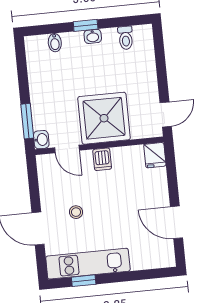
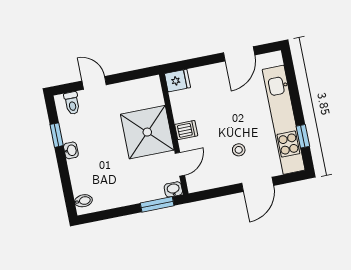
window: (86, 25) -> (57, 135), moved
toilet: (126, 38) -> (72, 103), moved, turned 90
bidet: (55, 43) -> (83, 201), moved
door: (166, 114) -> (94, 83), moved
kitchen unit: (88, 264) -> (284, 120), width x1.36

